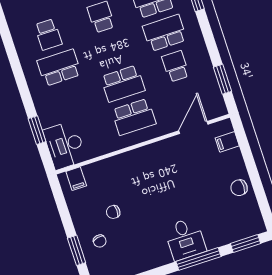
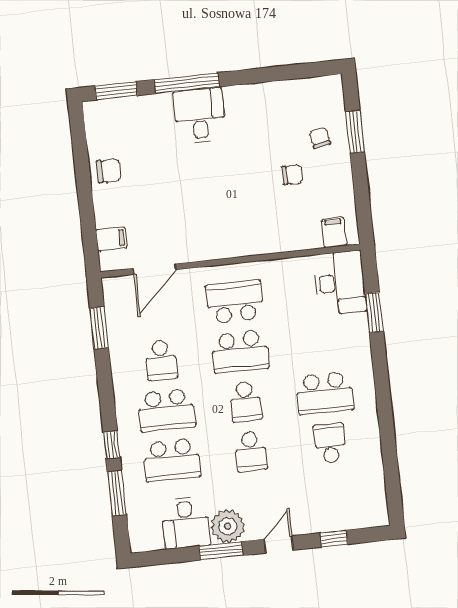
school desk: (112, 50) -> (245, 402), added
school desk: (123, 84) -> (240, 352), turned 180

